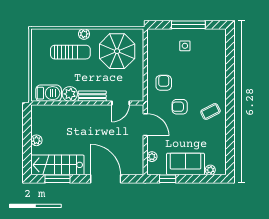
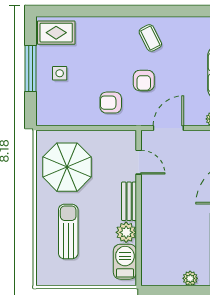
plant: (84, 34) -> (43, 213), removed
rug: (214, 43) -> (56, 33), added

